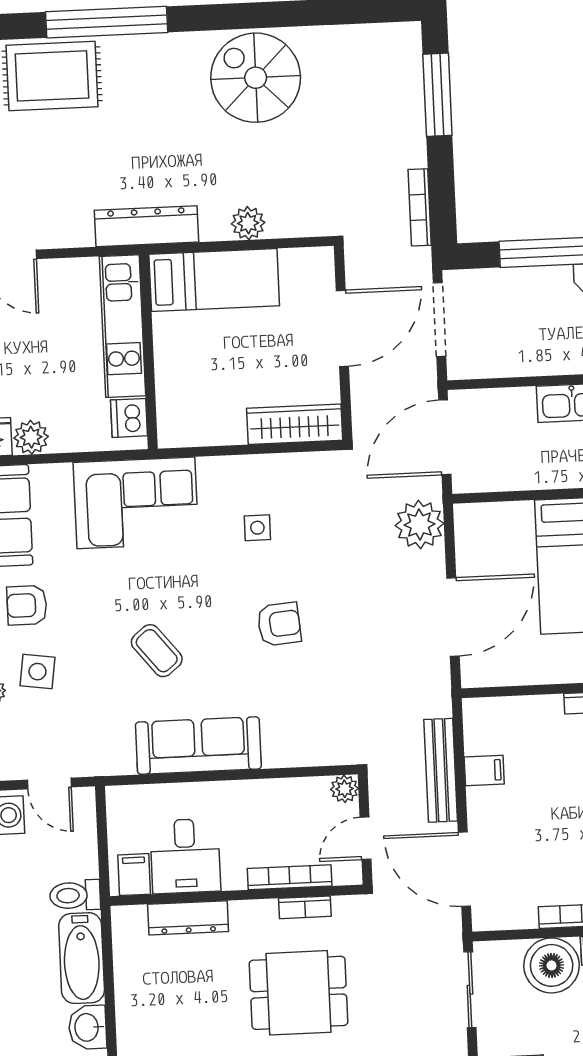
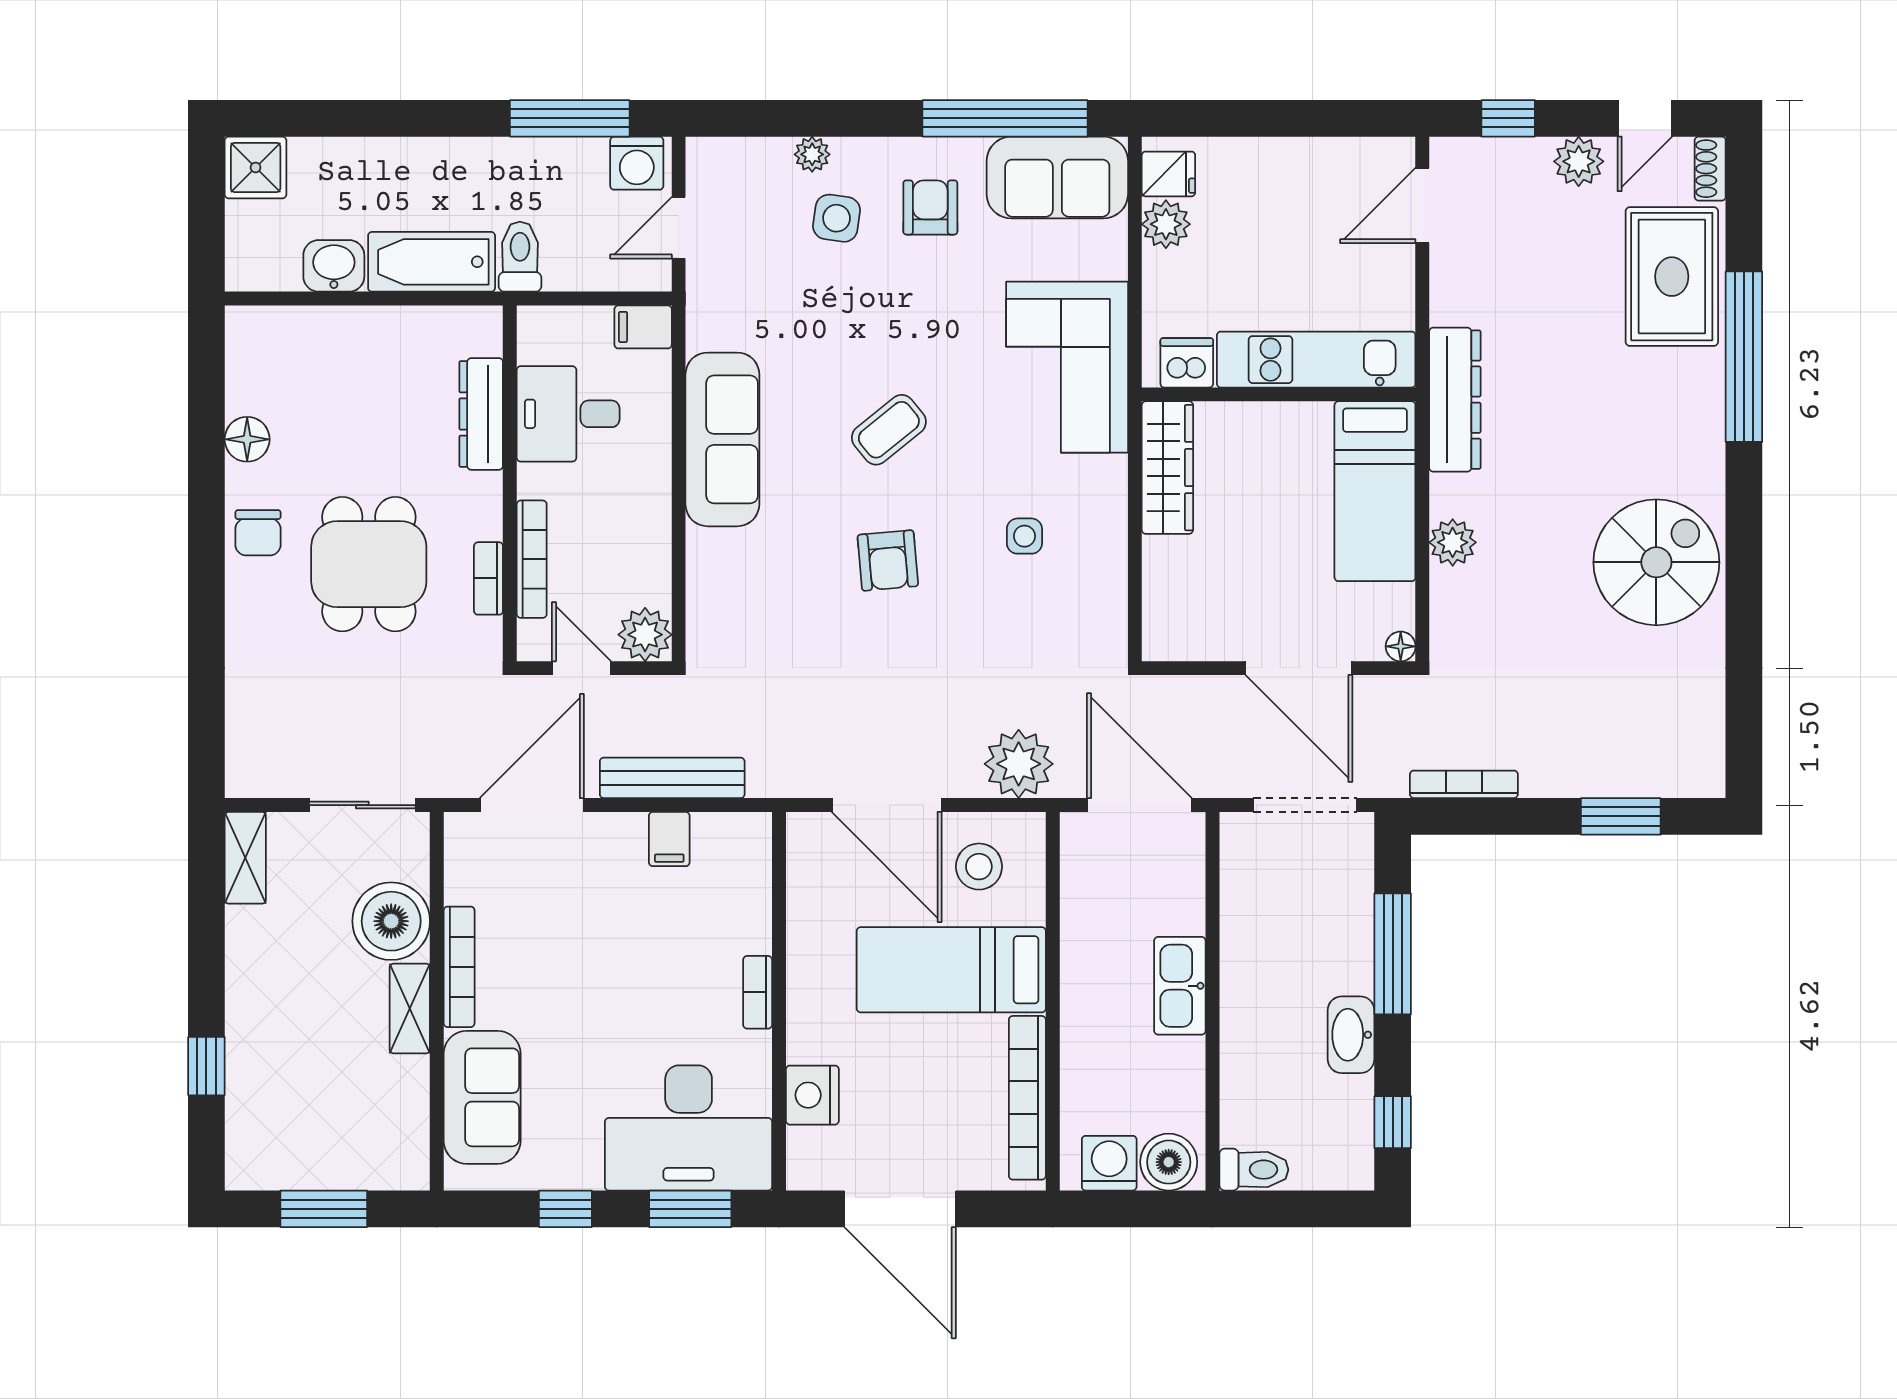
window: (437, 95) -> (1621, 816), width x0.69
floor lamp: (324, 257) -> (1401, 646), added
wardrobe: (295, 424) -> (1167, 468), moved
stool: (494, 549) -> (979, 867), added
coffee table: (157, 651) -> (889, 430), moved
plant: (345, 789) -> (645, 635), width x1.38, depth x1.38
filing cabinet: (134, 875) -> (643, 327), moved, turned 180

